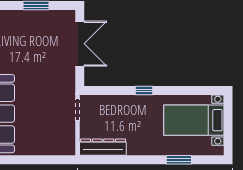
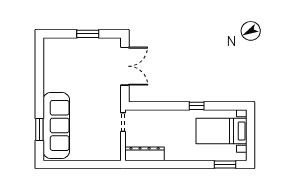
window: (144, 91) -> (197, 106), moved
window: (179, 160) -> (225, 164), moved

